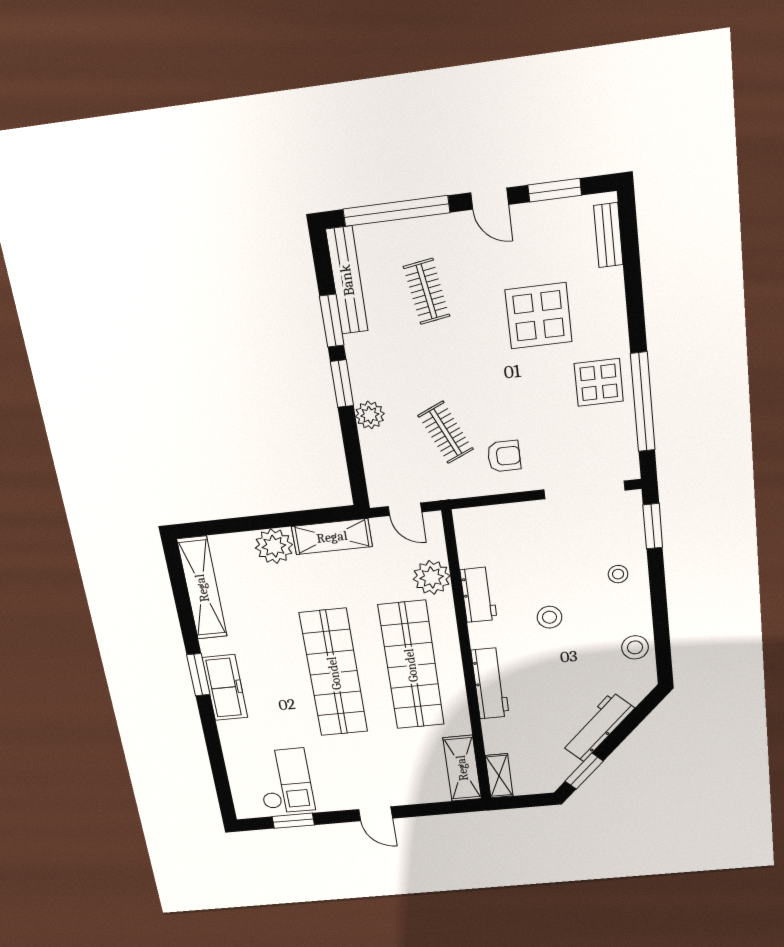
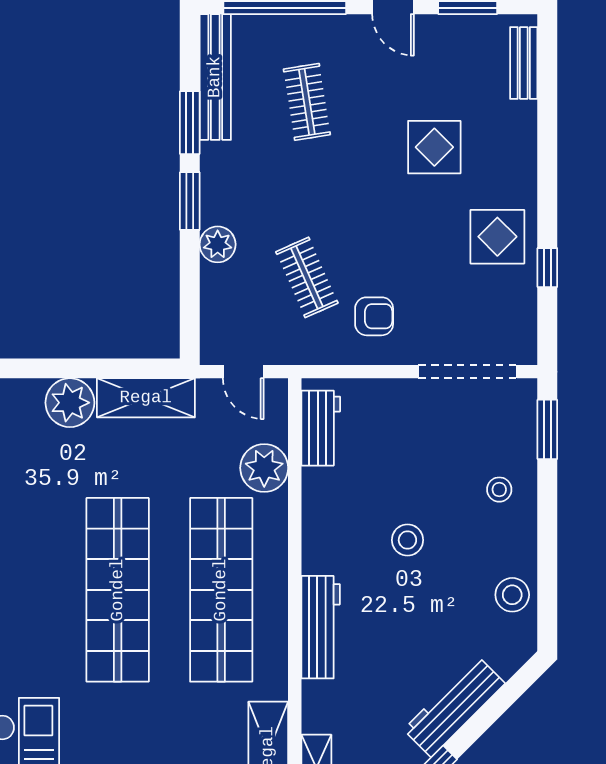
display table: (539, 316) -> (434, 147), width x0.73, depth x0.73
window: (643, 402) -> (547, 268), width x0.32
workbench: (478, 595) -> (321, 428), moved

